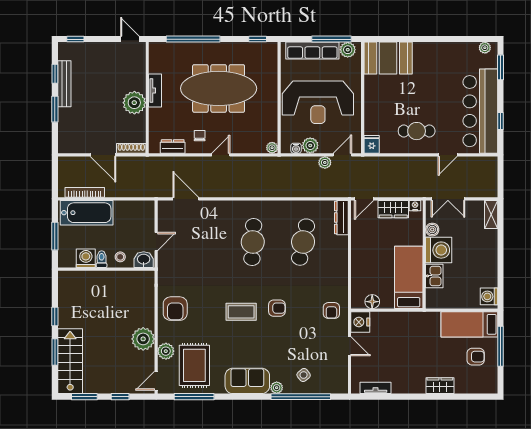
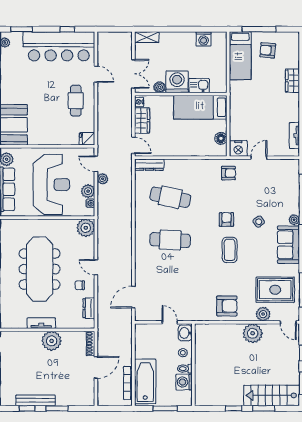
plant: (272, 148) -> (86, 228), width x1.88, depth x1.88
washing machine: (489, 296) -> (204, 39), moved
armchair: (476, 357) -> (268, 50), turned -85
side table: (304, 375) -> (259, 222), moved

